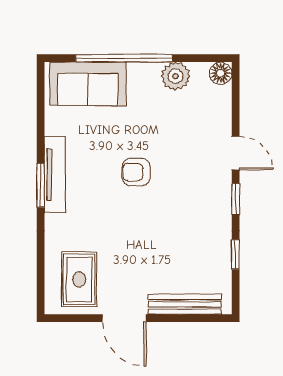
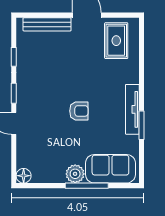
window: (124, 58) -> (87, 186), width x0.68
plant: (176, 76) -> (75, 174), moved
window: (41, 185) -> (142, 125), moved

